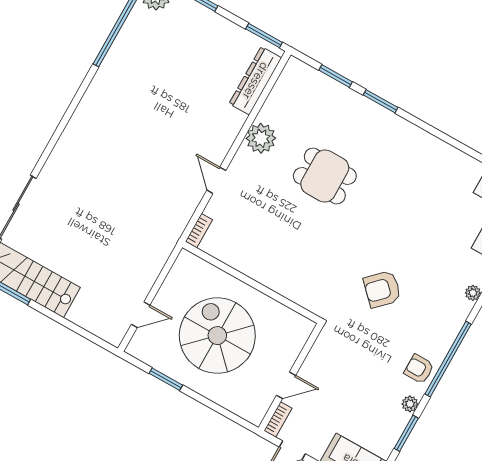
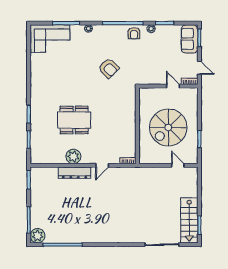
dresser: (255, 81) -> (75, 173), moved
dining table: (325, 176) -> (74, 120), width x1.38

